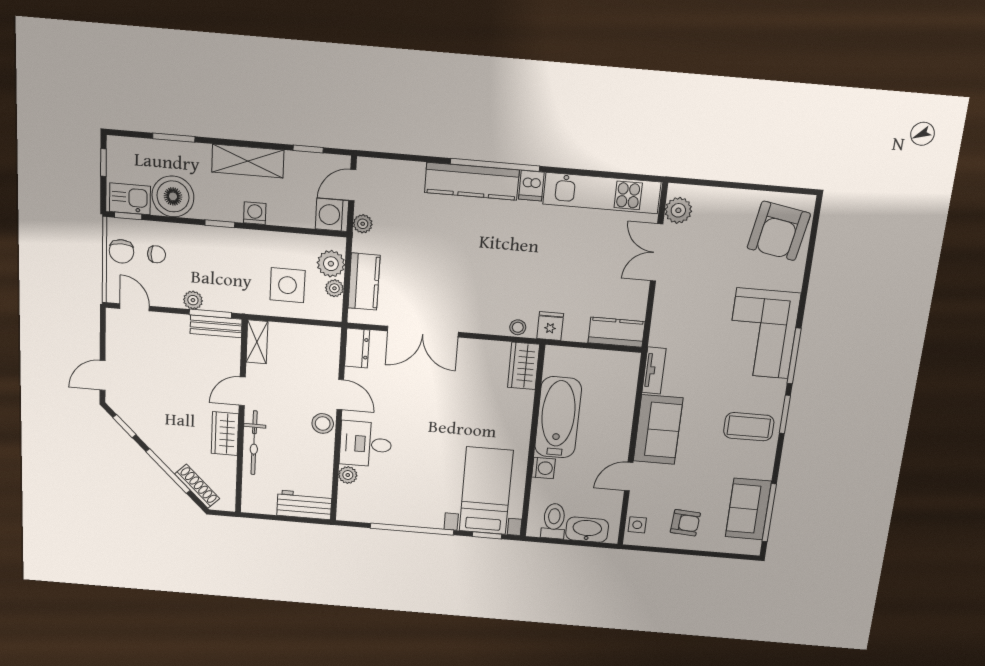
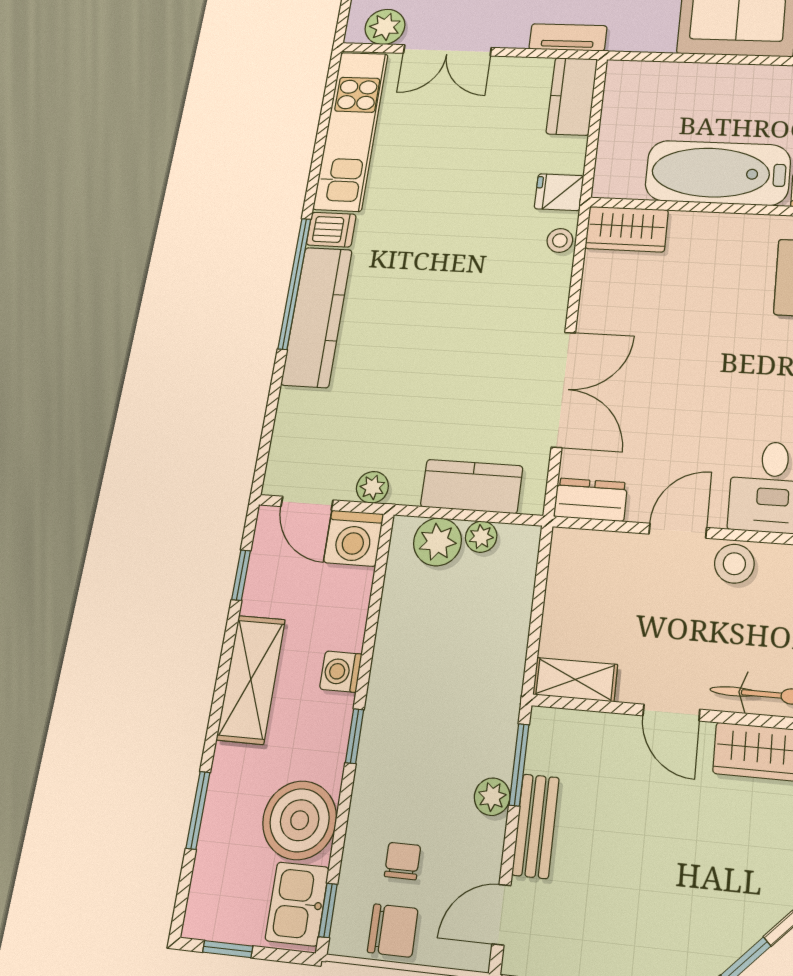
side table: (288, 285) -> (472, 619), removed
bench: (216, 326) -> (536, 826), moved
tv unit: (654, 370) -> (568, 37), moved

